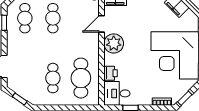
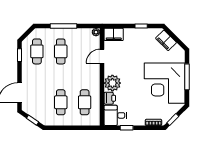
plant: (114, 43) -> (112, 83), moved
cafe table: (81, 78) -> (85, 102), width x0.73, depth x0.74

